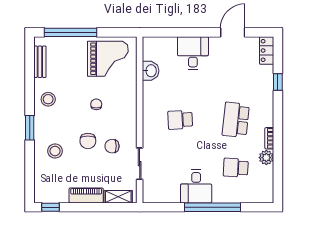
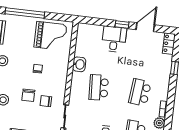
window: (201, 32) -> (122, 24), added
washbasin: (151, 71) -> (79, 64), moved
school desk: (180, 120) -> (99, 88), width x1.85

